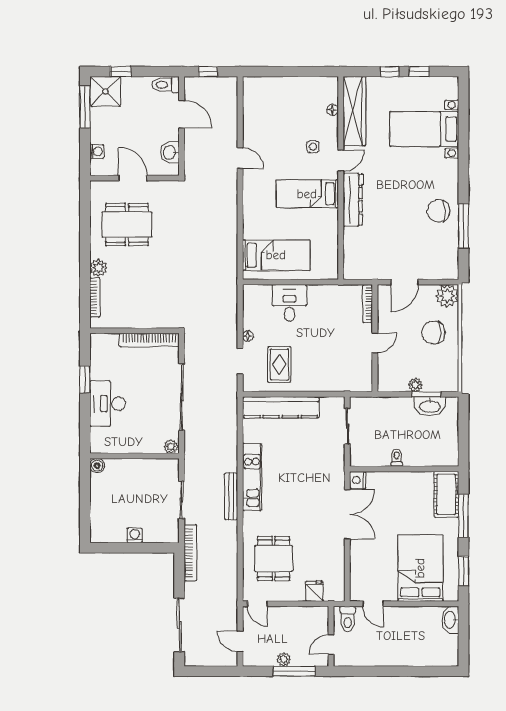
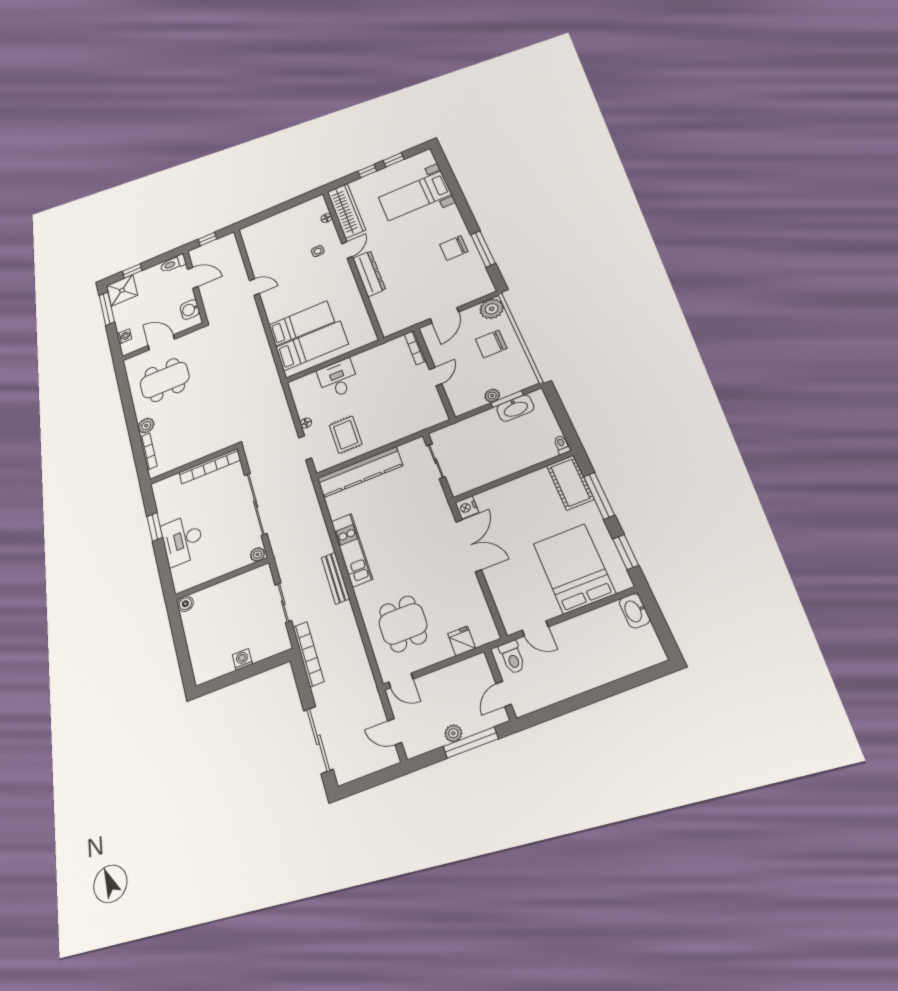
bed: (307, 194) -> (301, 323), moved, turned 180
toilet: (397, 458) -> (562, 445), moved

